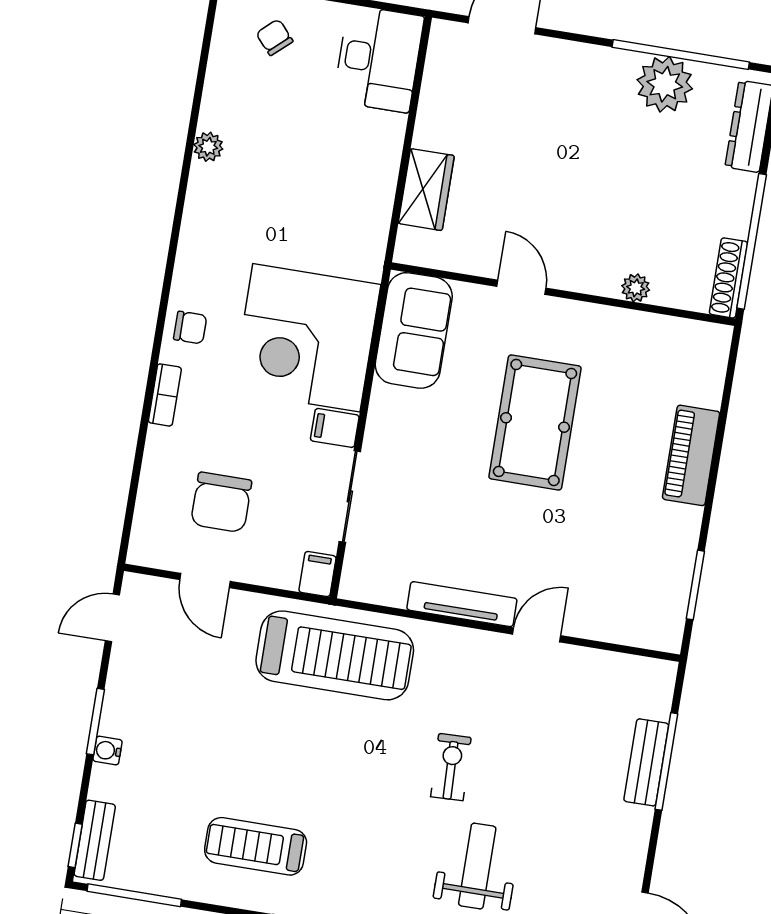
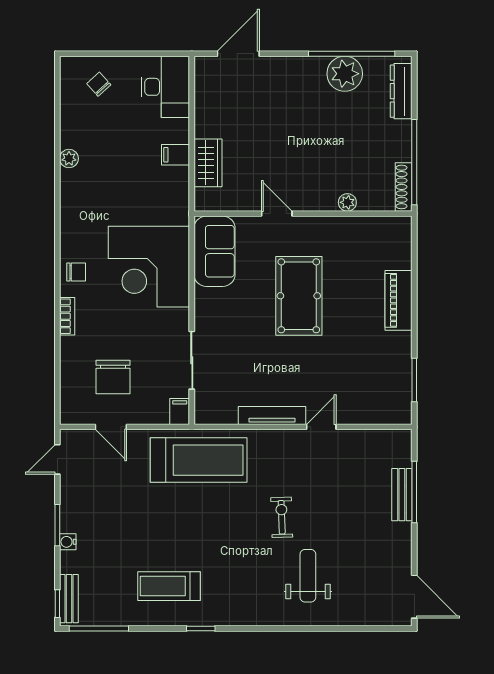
filing cabinet: (335, 428) -> (176, 155), moved

